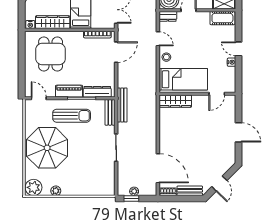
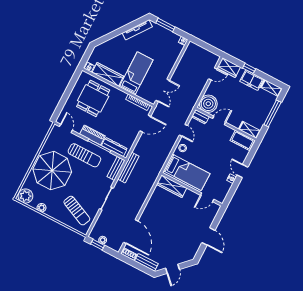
sun lounger: (93, 175) -> (77, 211), added

